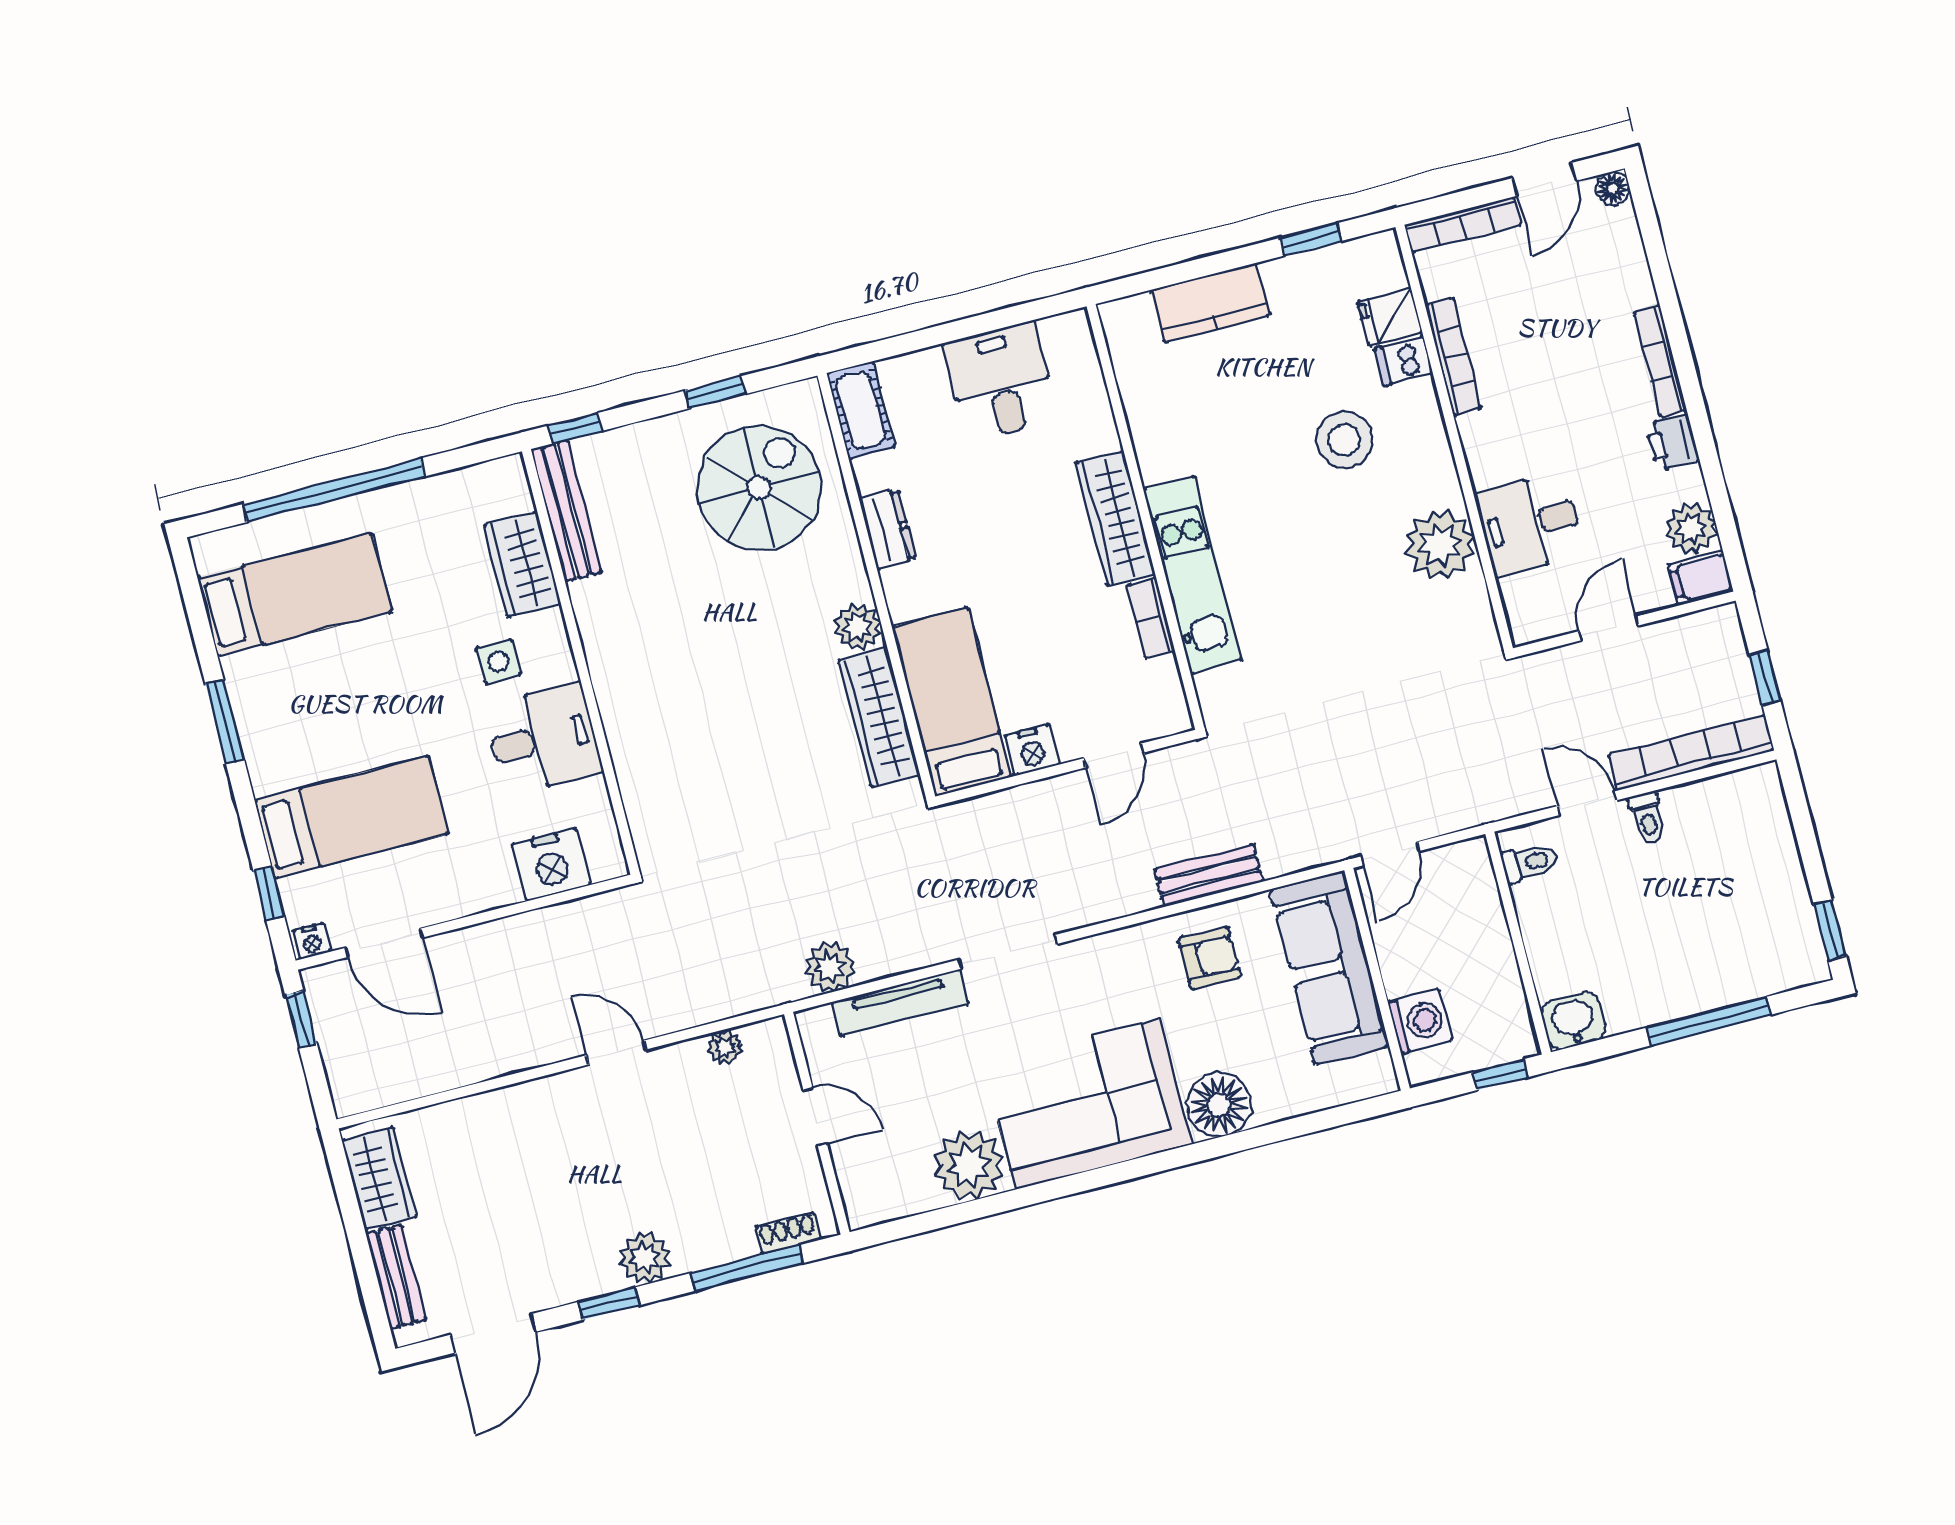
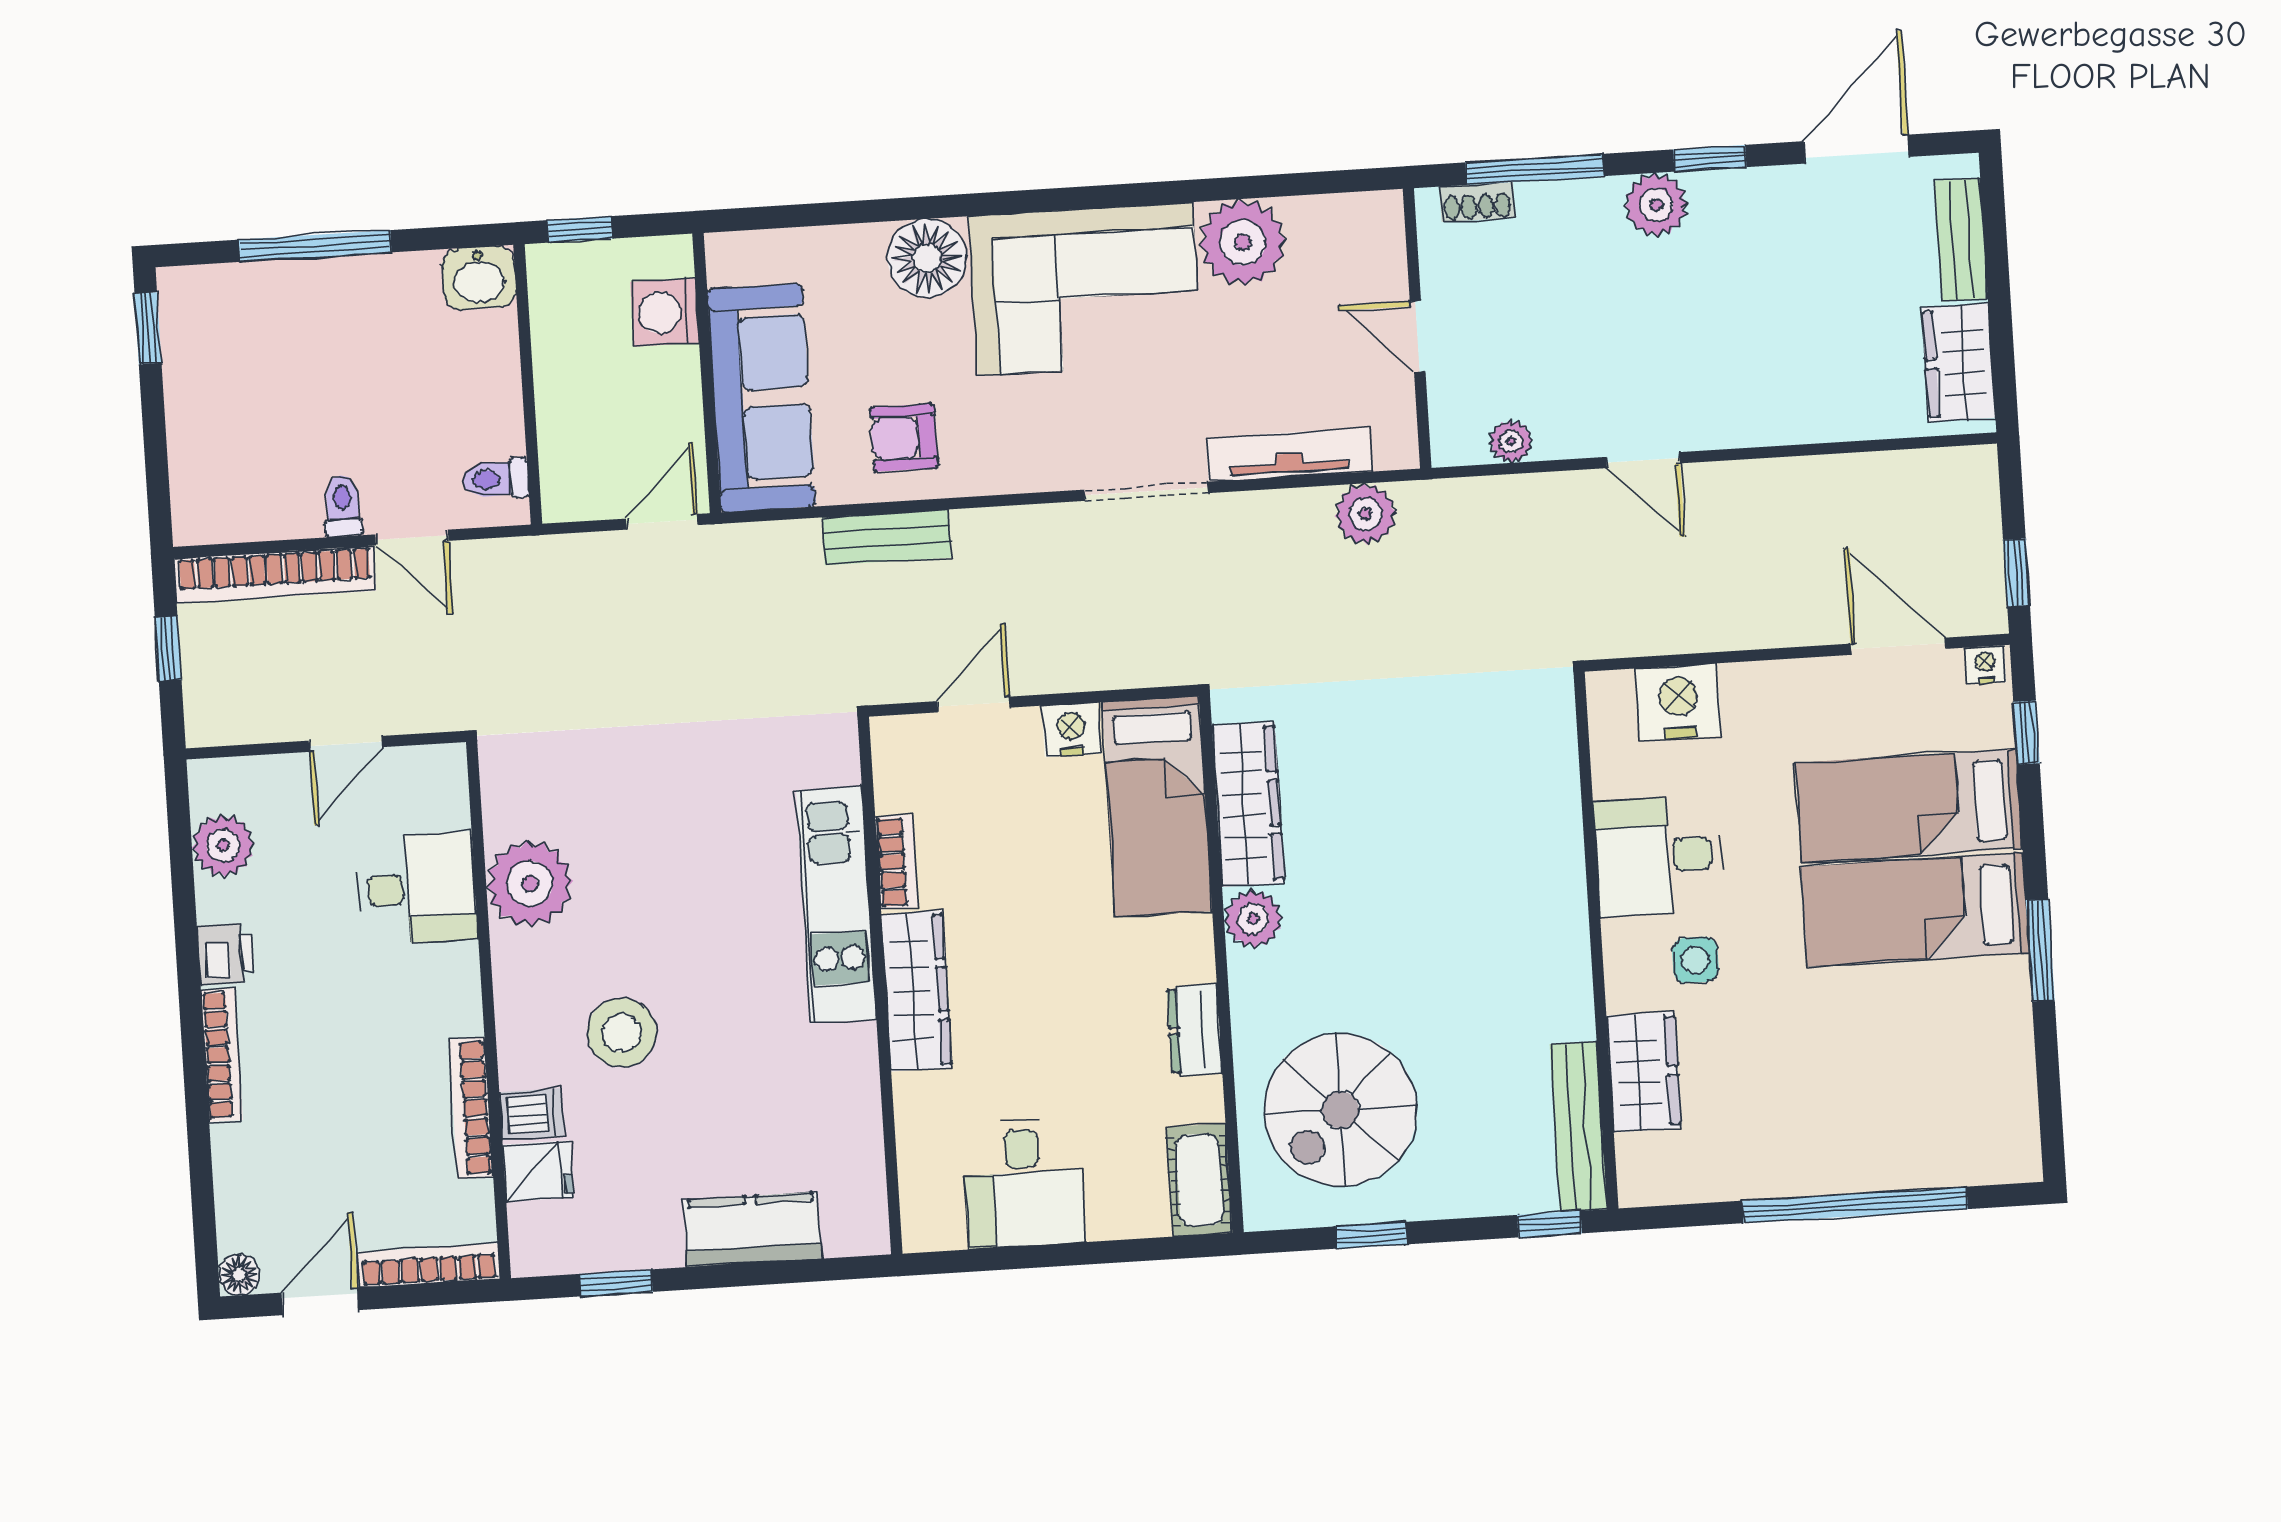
filing cabinet: (1701, 578) -> (223, 784), removed
bed: (295, 595) -> (1915, 910), moved

